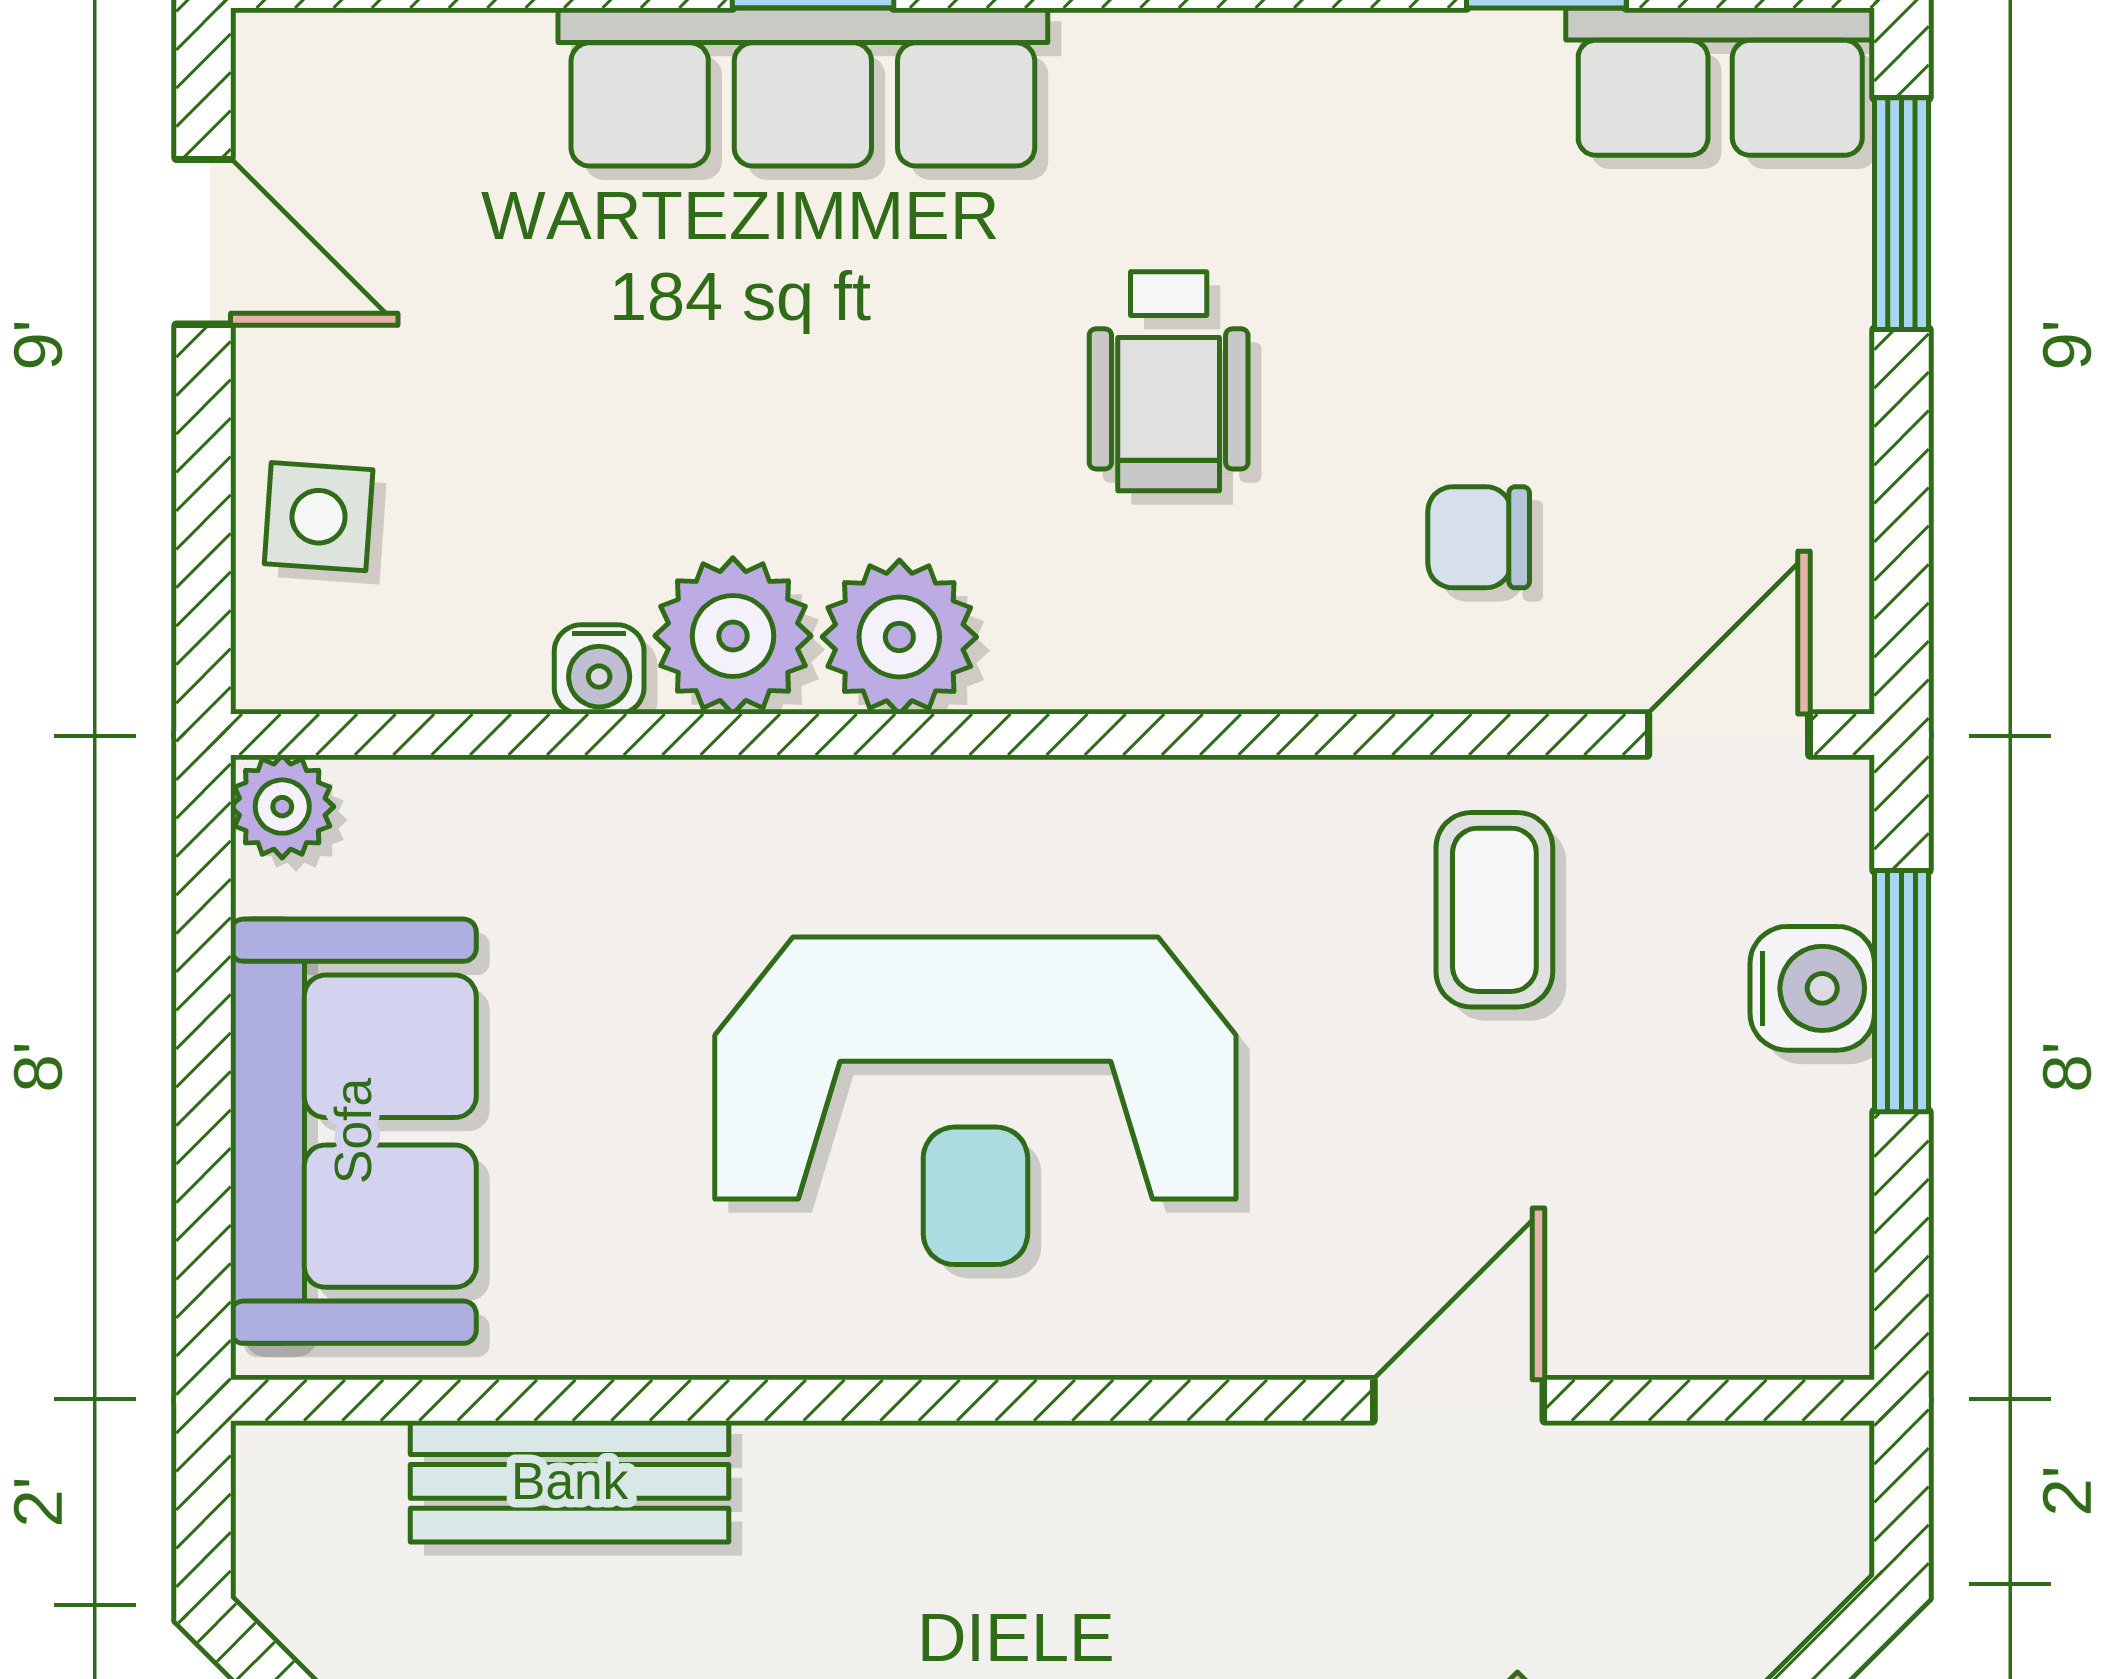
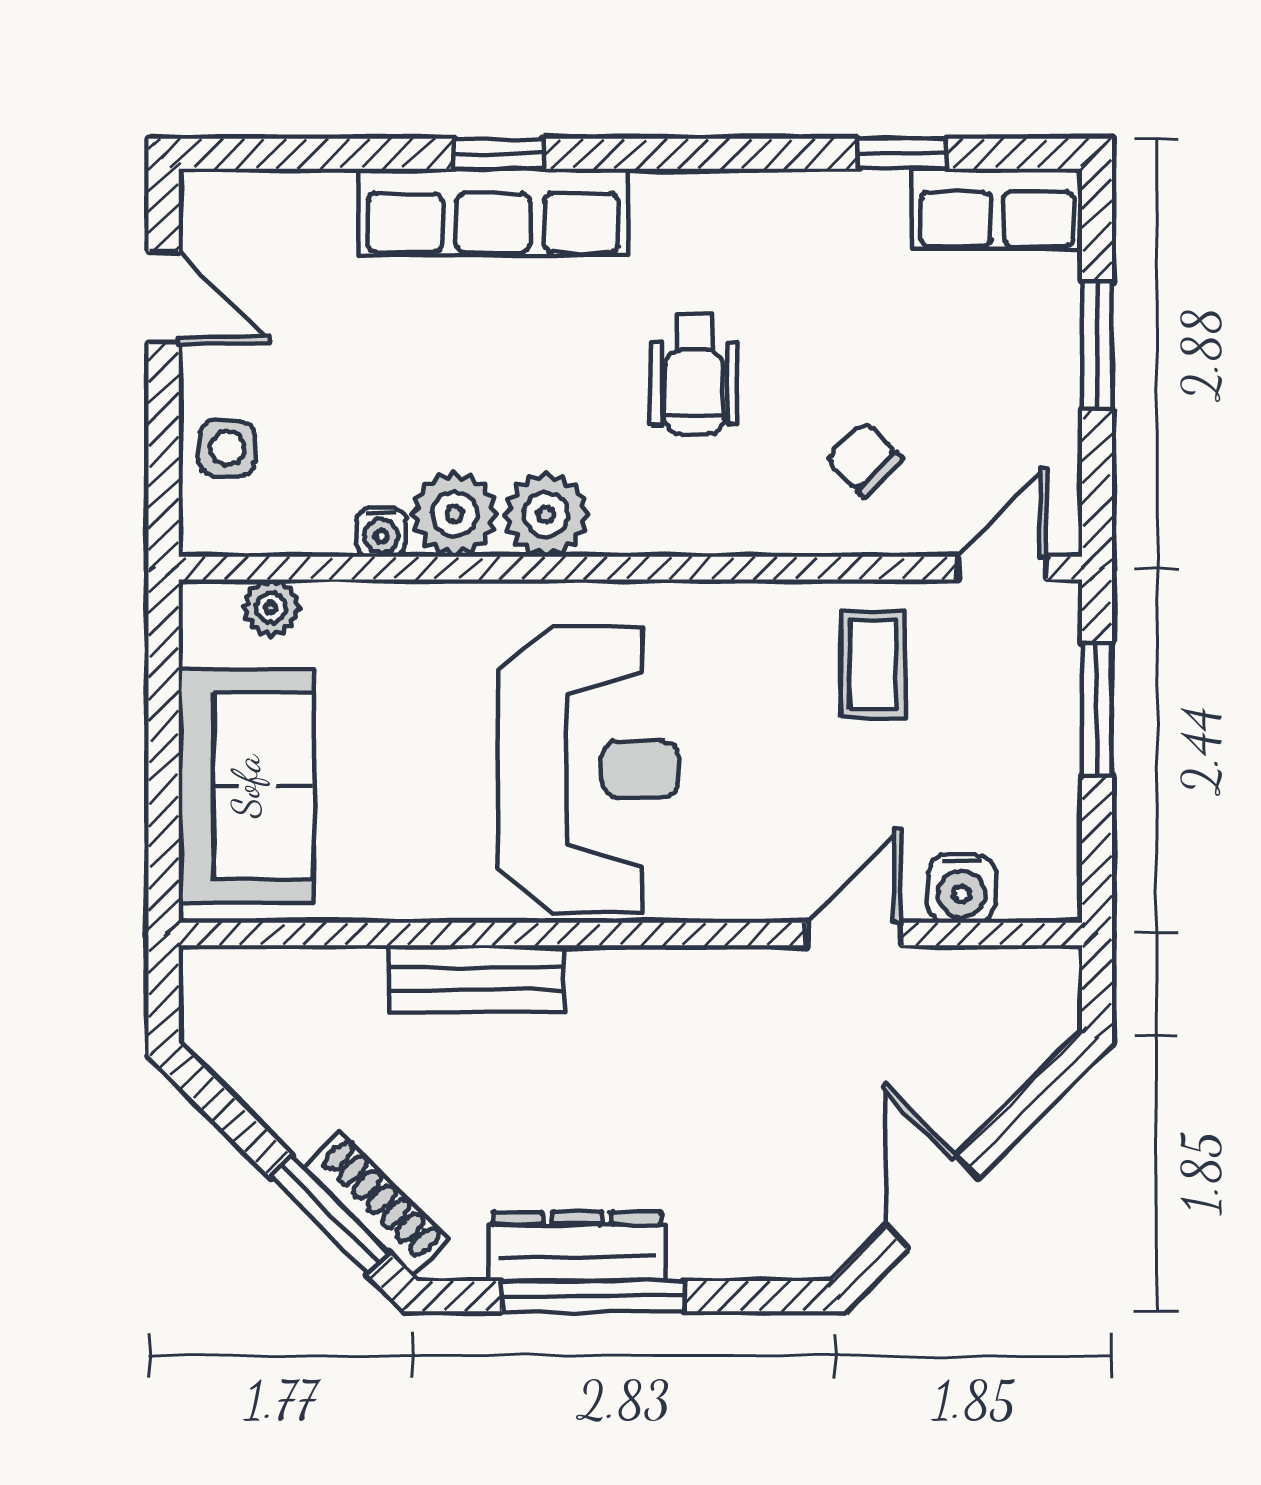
window: (1902, 214) -> (1097, 345), moved
chair: (1479, 537) -> (864, 460), turned 44
plant: (282, 807) -> (271, 608), moved
water cooler: (1812, 988) -> (962, 889), moved, turned 90
reception desk: (975, 1101) -> (588, 769), turned -90
bench: (570, 1481) -> (477, 979), moved

